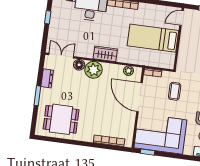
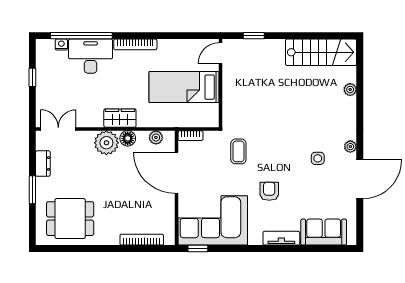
floor lamp: (79, 65) -> (128, 138), moved
coffee table: (175, 91) -> (238, 151), moved

